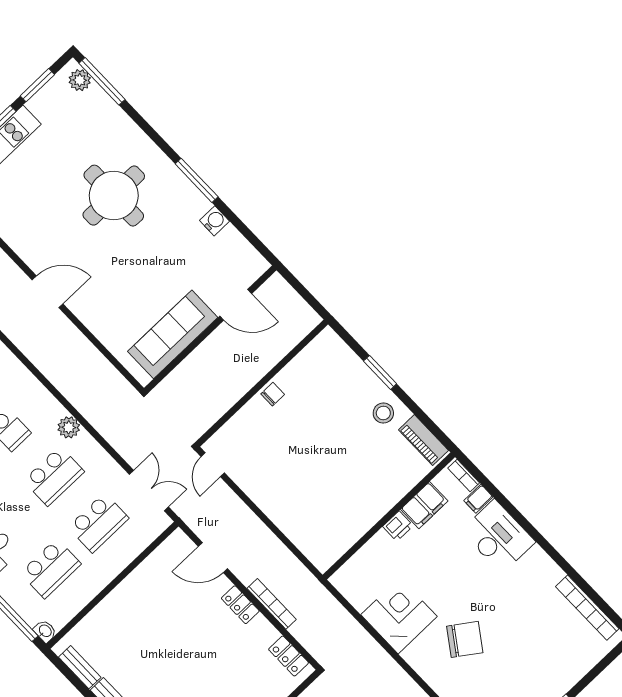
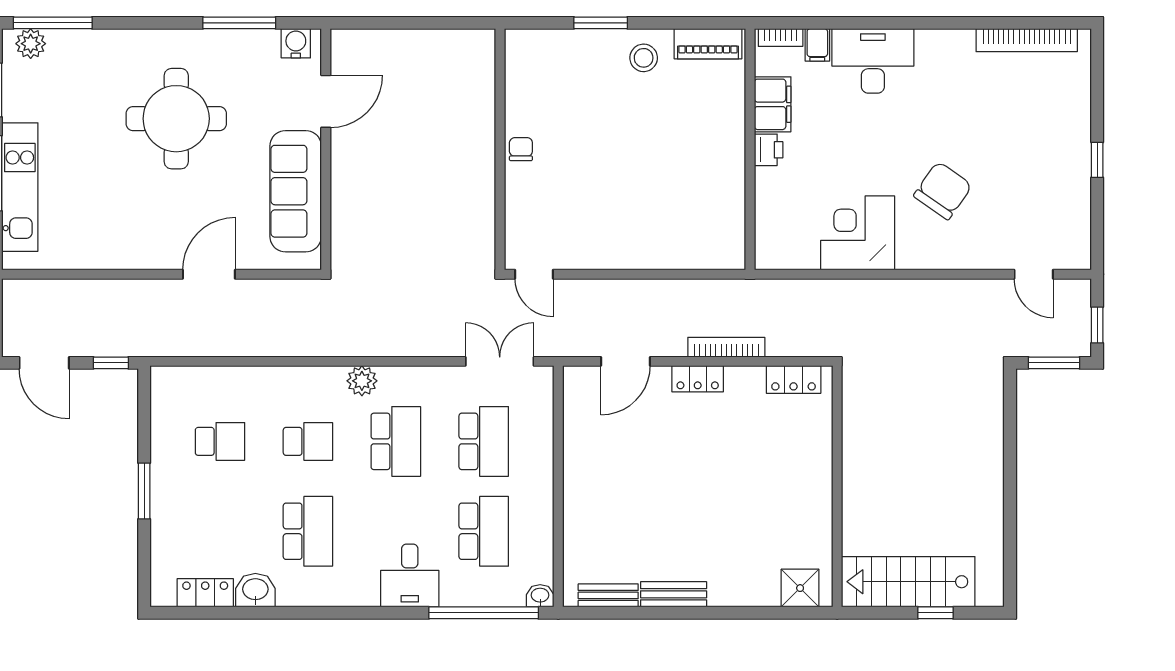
door: (236, 305) -> (326, 101), moved
wall: (210, 329) -> (326, 149), moved
sofa: (173, 334) -> (296, 191), moved

